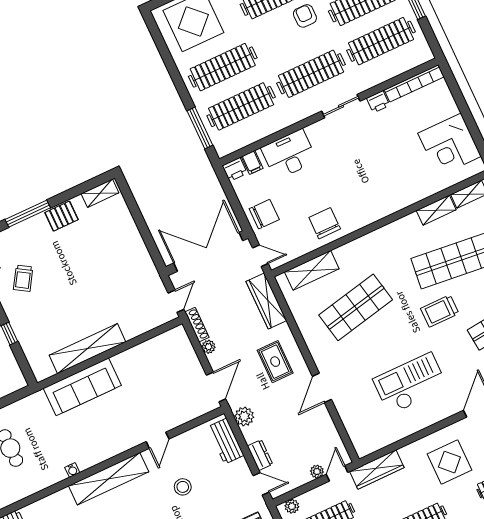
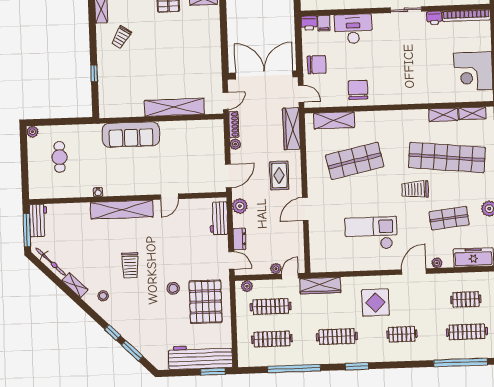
shelving: (87, 349) -> (174, 107), moved
stool: (183, 487) -> (173, 238), removed

